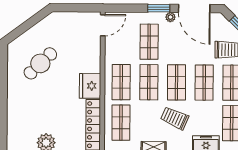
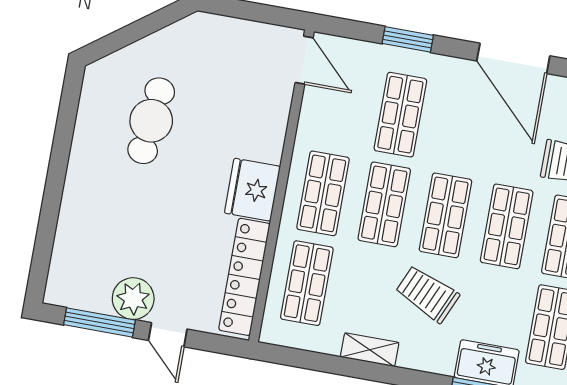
window: (159, 8) -> (408, 39), moved
plant: (170, 17) -> (457, 68), removed
door: (103, 25) -> (304, 60), hinge flipped
cafe table: (40, 63) -> (151, 121), turned -40

